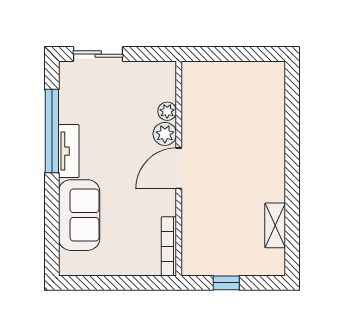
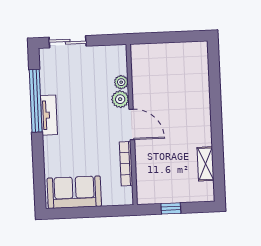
door: (179, 168) -> (132, 124), swing flipped
sofa: (79, 215) -> (74, 192), moved, turned -90
bookcase: (169, 246) -> (126, 164), moved

